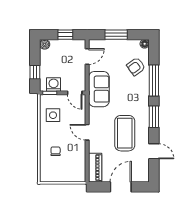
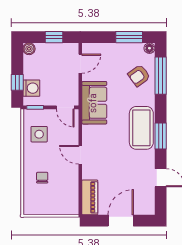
window: (116, 35) -> (129, 37), moved
window: (154, 81) -> (161, 76), moved
washing machine: (54, 84) -> (31, 88), moved, turned 90
coffee table: (125, 133) -> (141, 128), moved

